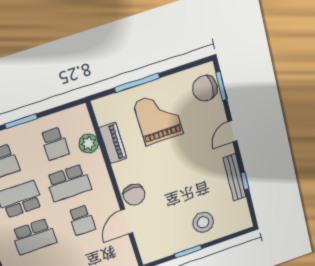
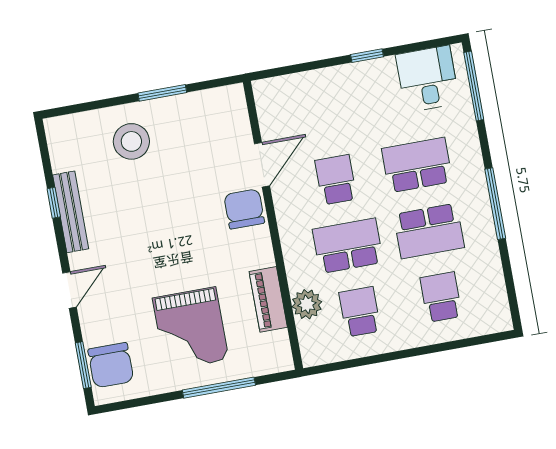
chair: (205, 88) -> (111, 365), turned 90
window: (21, 121) -> (405, 354), removed

